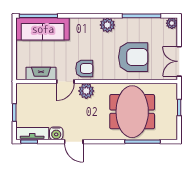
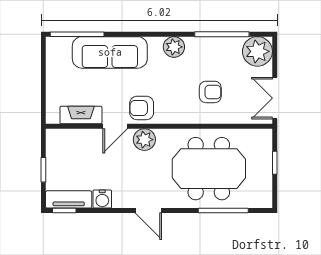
plant: (172, 23) -> (257, 51), width x1.88, depth x1.88
sofa: (43, 29) -> (110, 52), moved
armchair: (133, 57) -> (210, 92), width x0.53, depth x0.53
armchair: (84, 68) -> (142, 108), turned 180
meeting table: (132, 112) -> (209, 169), turned 90
door: (74, 142) -> (148, 211), moved

